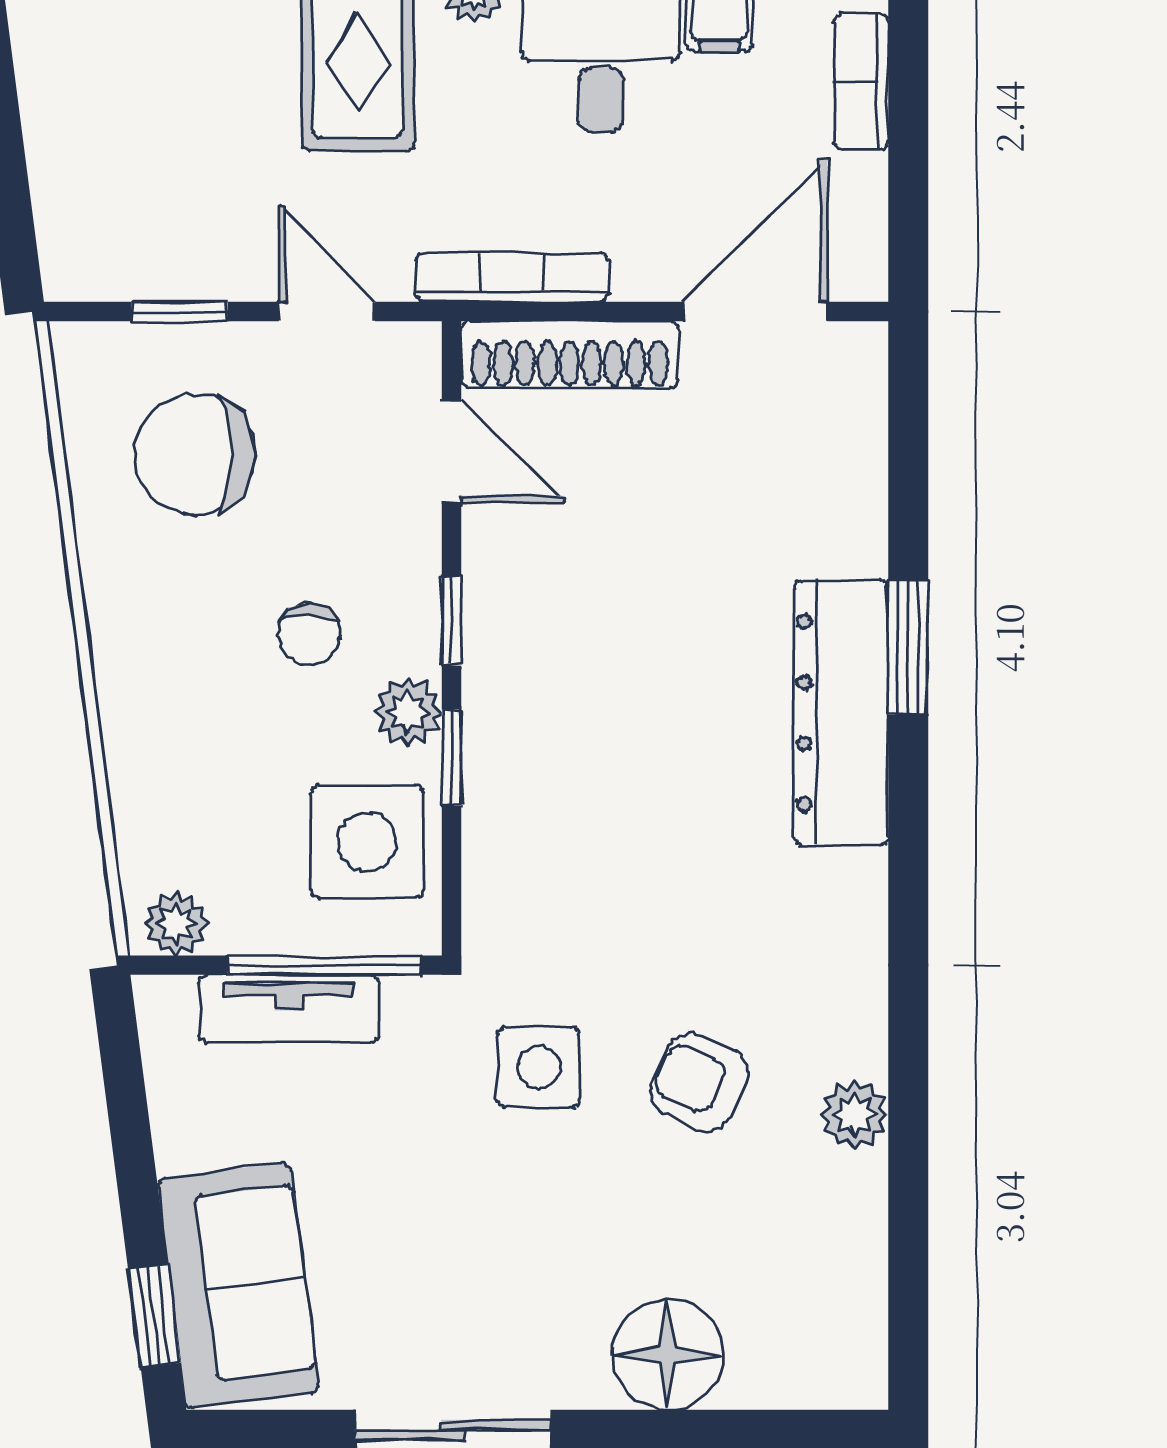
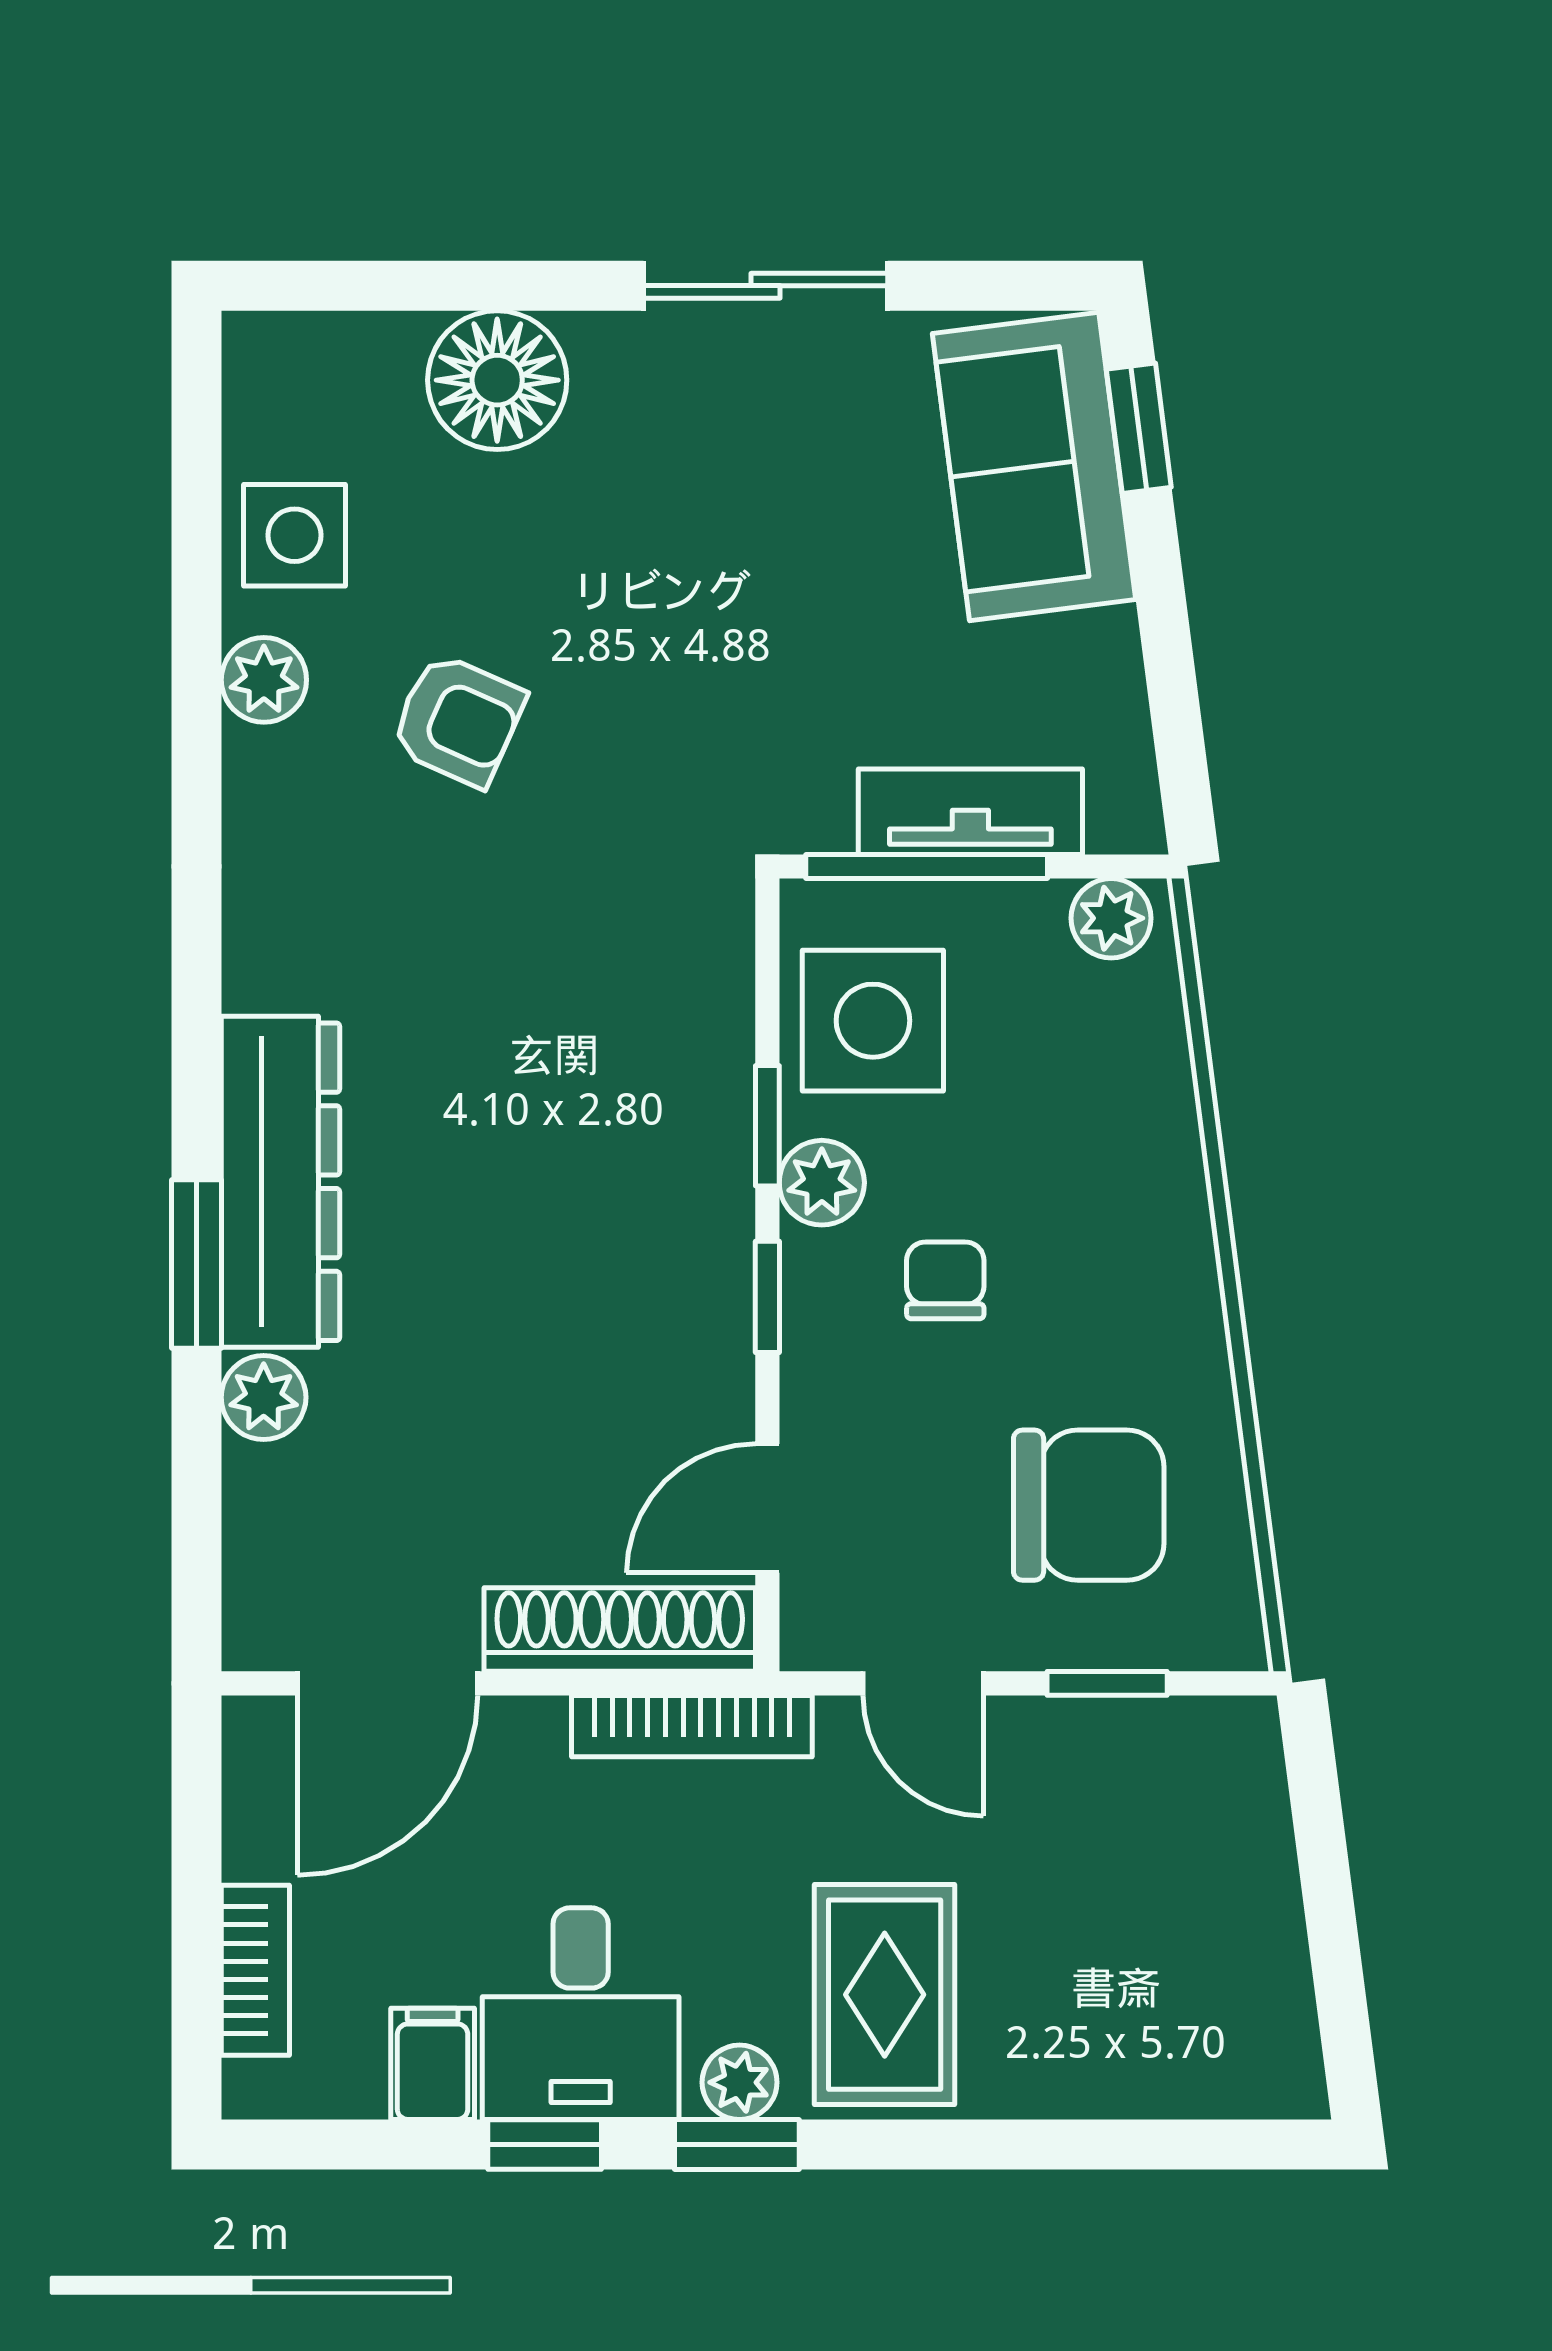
door: (451, 451) -> (767, 1508), hinge flipped
plant: (855, 540) -> (264, 1397), added
side table: (539, 1067) -> (294, 535), moved

